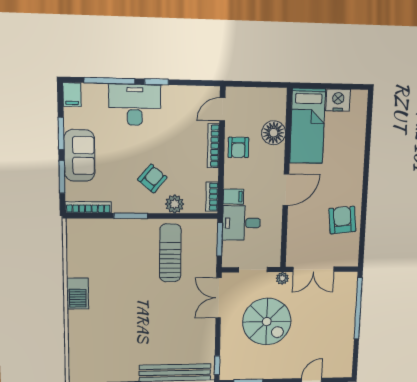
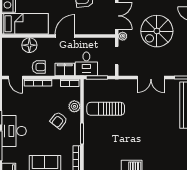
armchair: (152, 178) -> (59, 120), turned -92
door: (286, 190) -> (65, 36), hinge flipped
filing cabinet: (233, 197) -> (65, 69), width x2.00
double door: (218, 298) -> (151, 78), moved
spiral stairs: (267, 322) -> (157, 31), moved, turned 180

